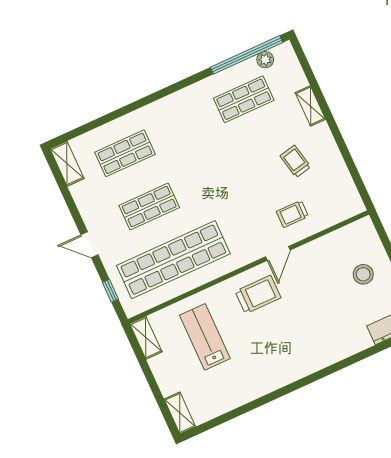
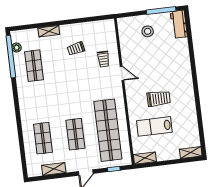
shelving: (67, 164) -> (54, 169), moved
trolley: (258, 295) -> (159, 99), moved, turned 90

